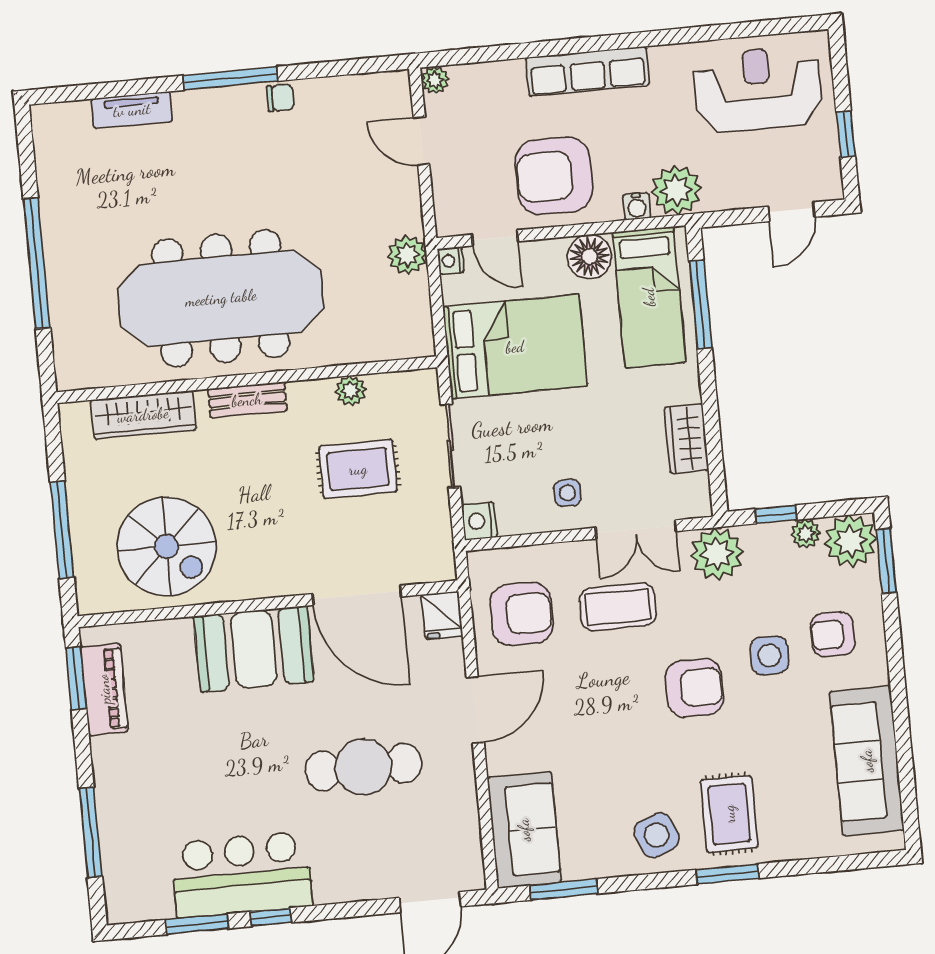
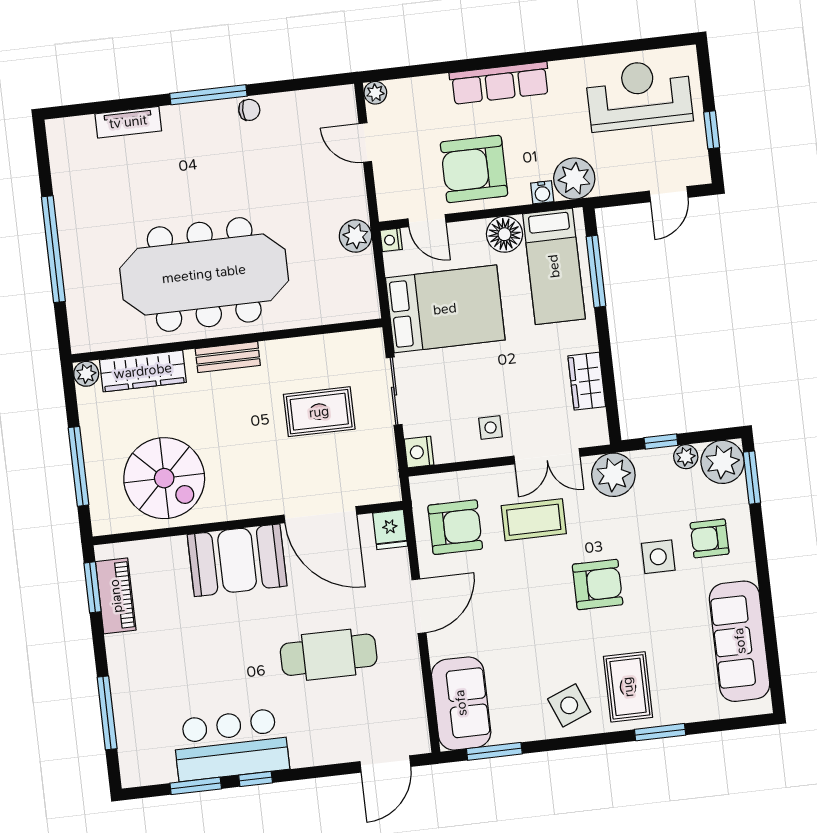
plant: (351, 391) -> (86, 374), moved
window: (727, 874) -> (660, 732), moved

